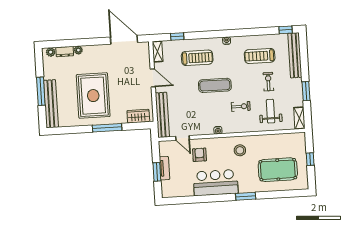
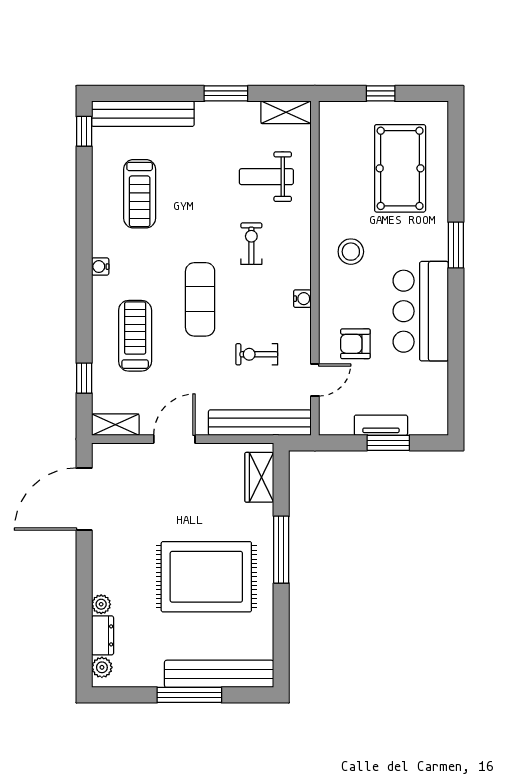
exercise bike: (268, 82) -> (257, 354), moved

